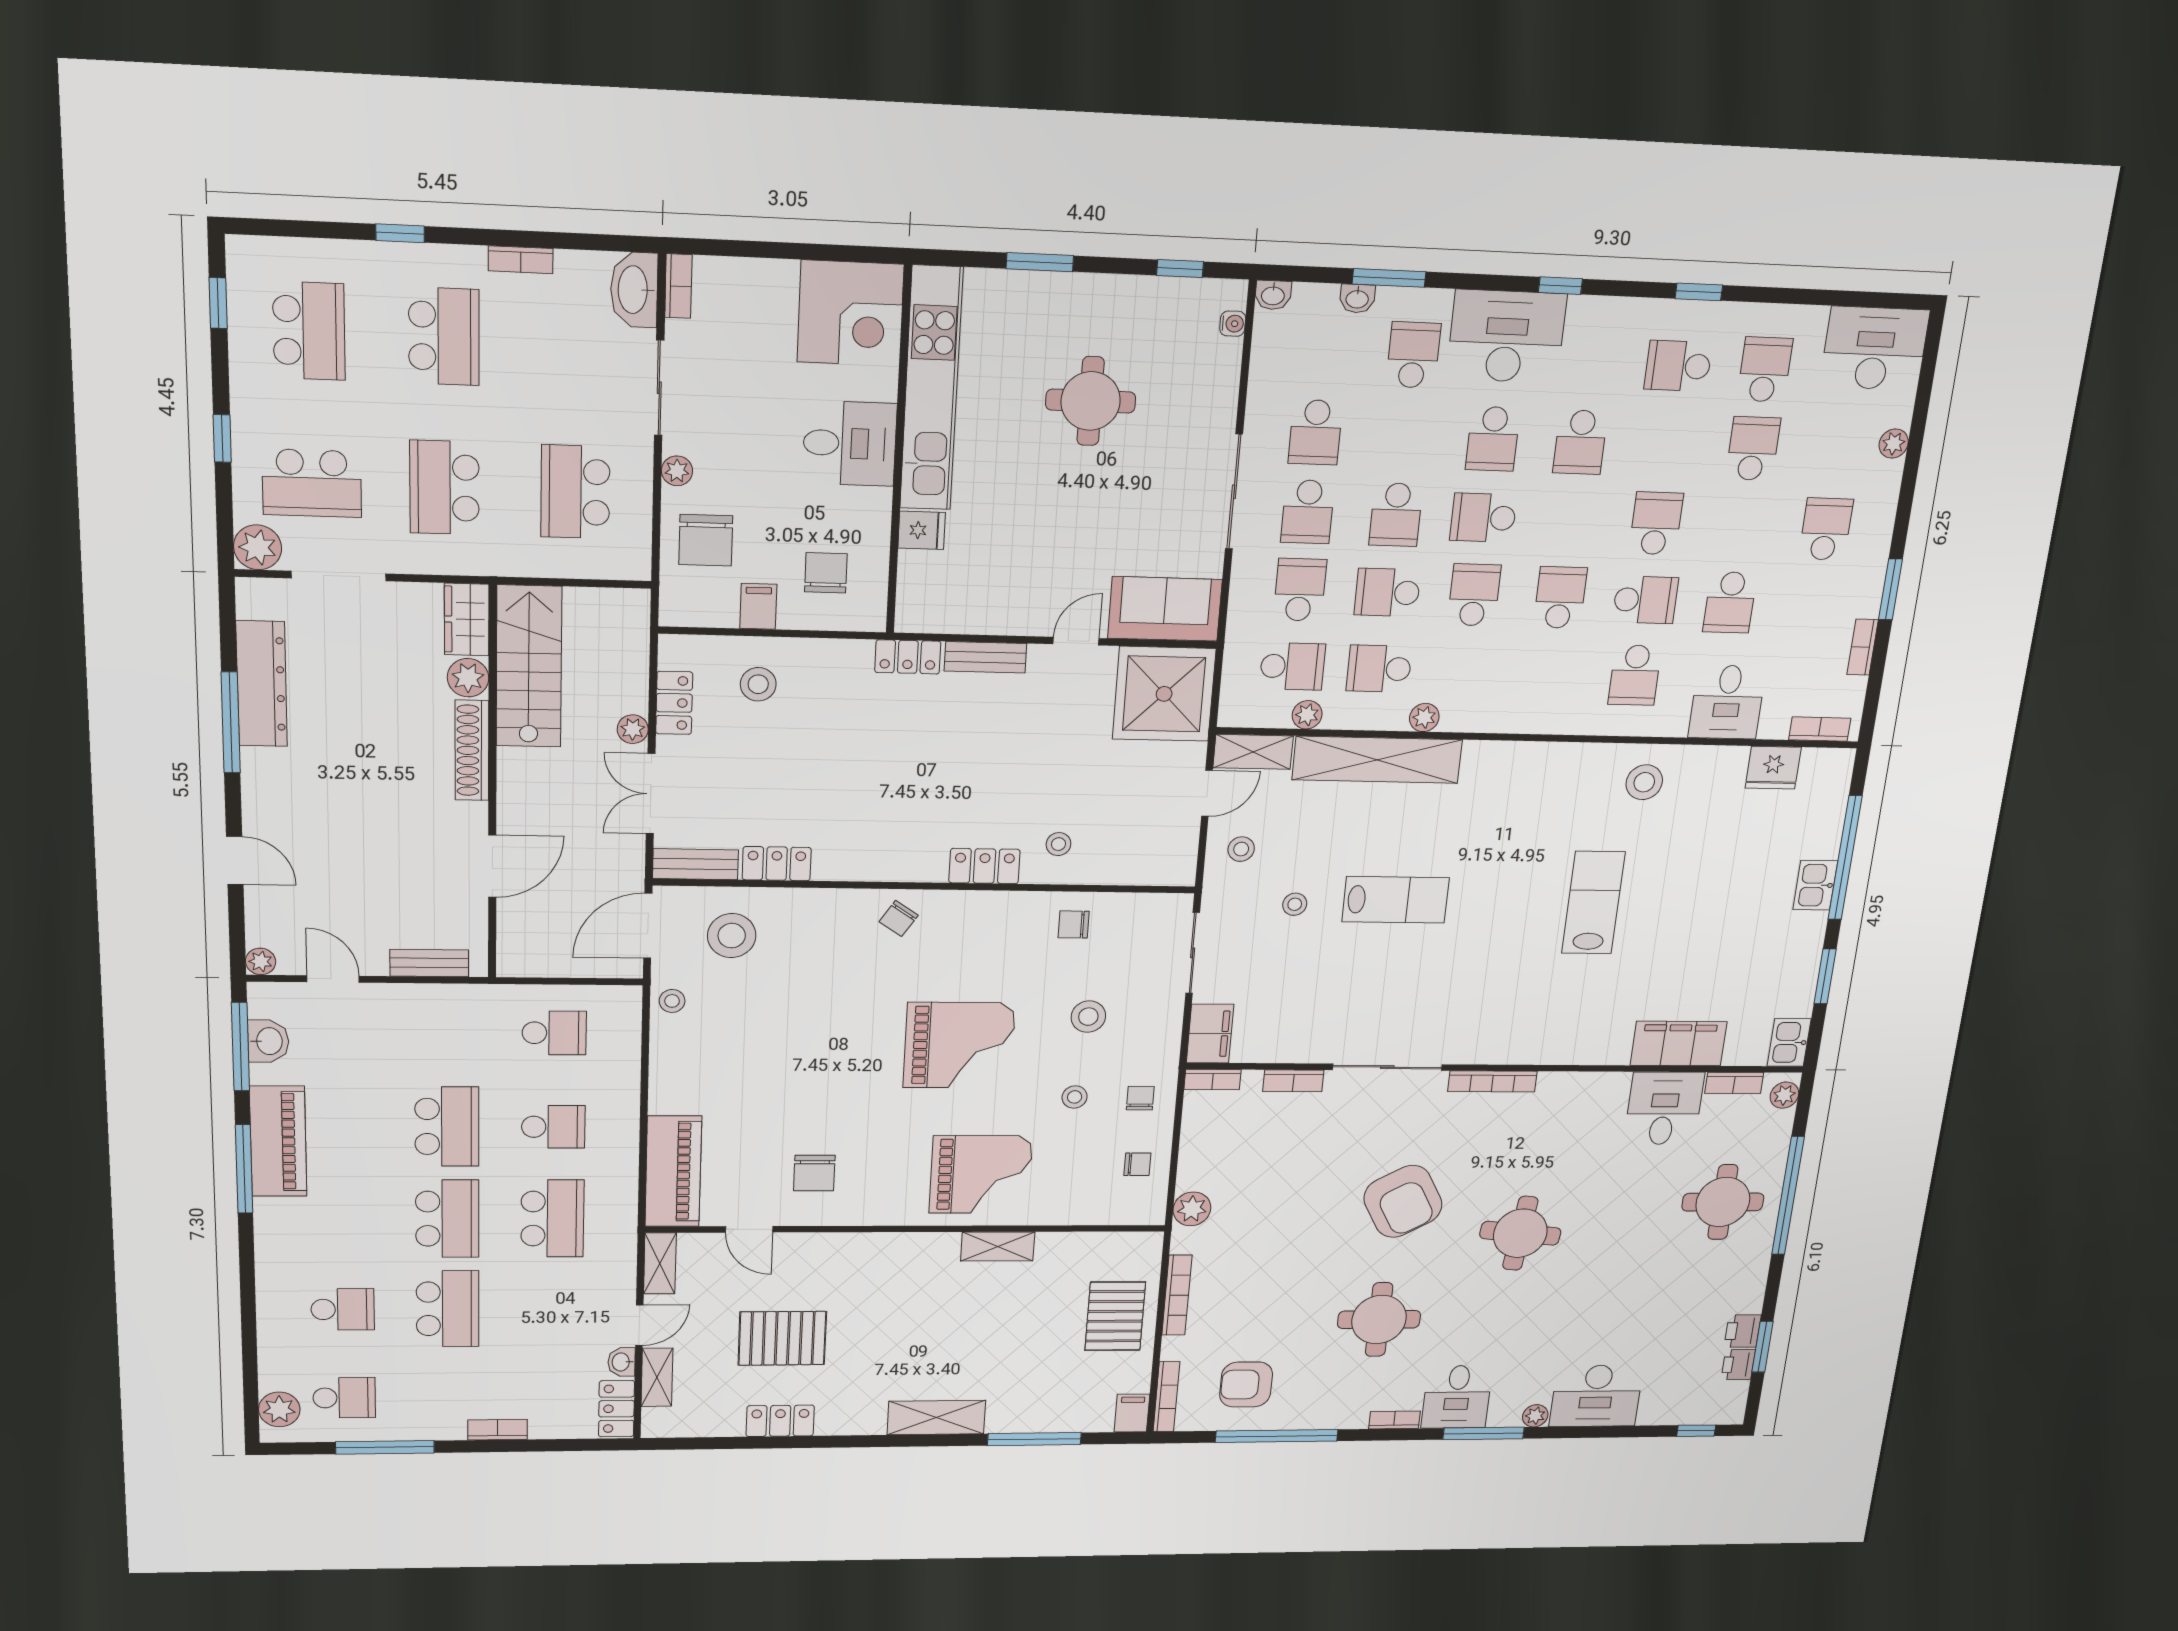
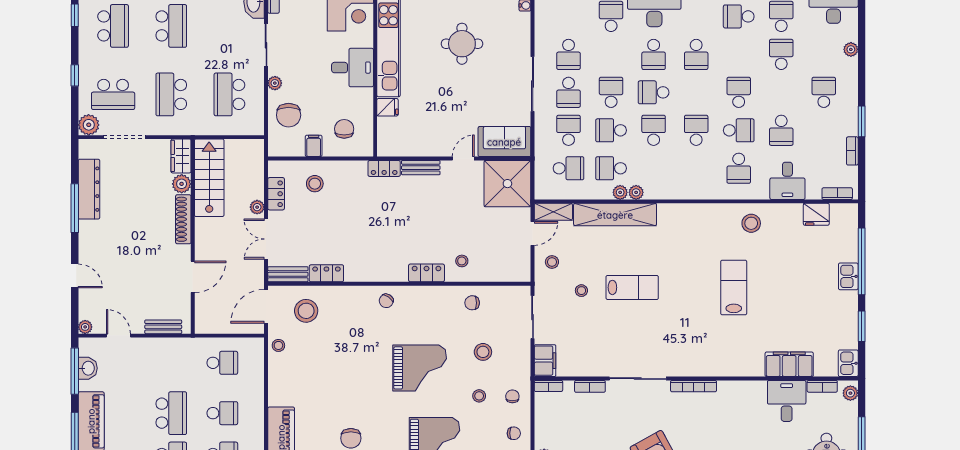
school desk: (1396, 515) -> (611, 92), turned 180
plant: (1307, 715) -> (620, 192), moved

